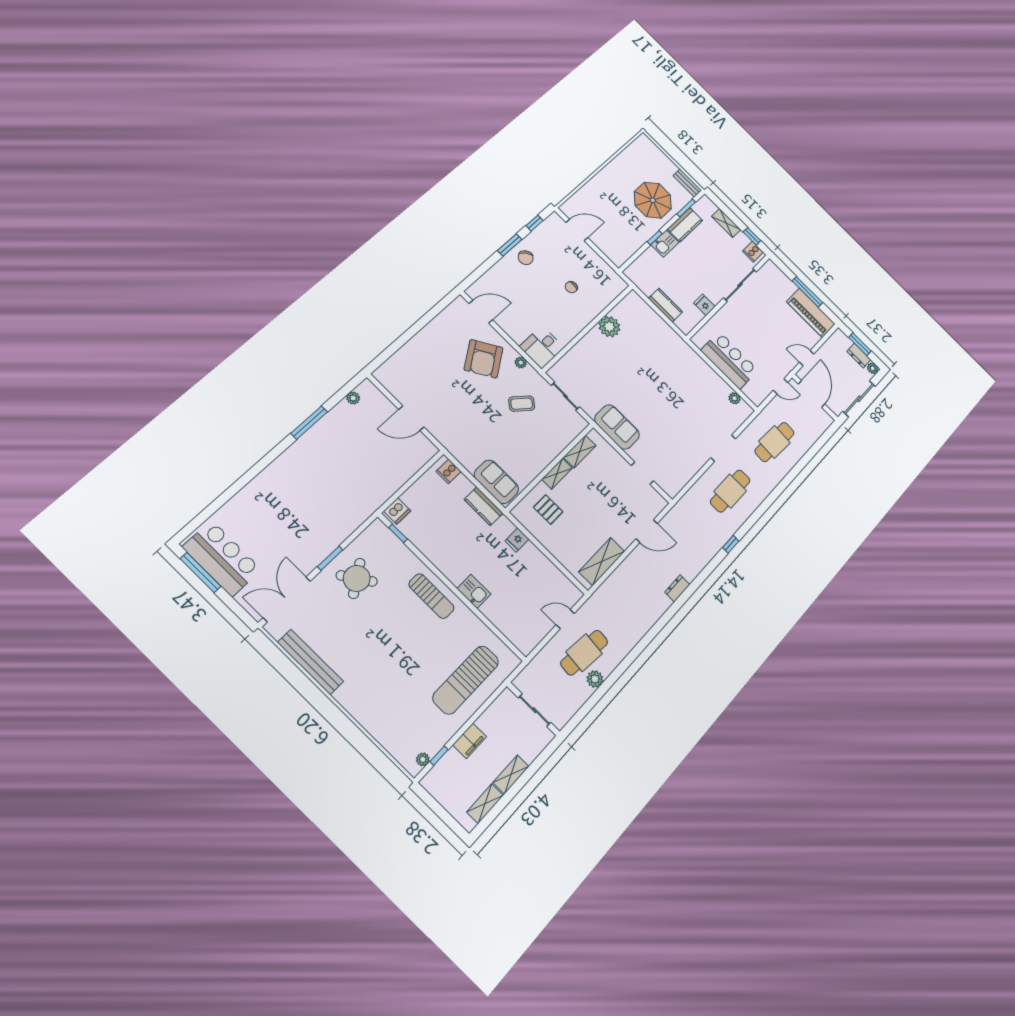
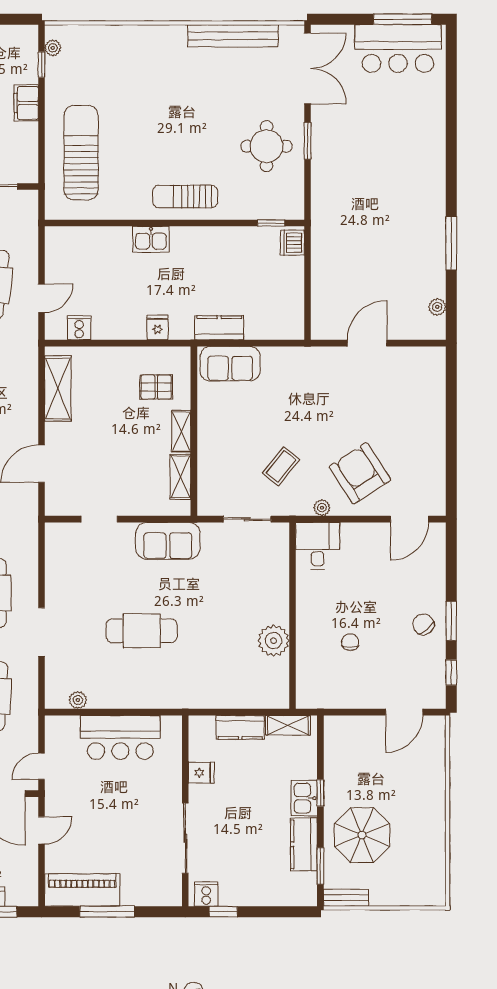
shelving: (726, 223) -> (288, 725), moved
cafe table: (672, 398) -> (142, 631), added
cooker: (449, 471) -> (79, 328), moved
round table: (357, 578) -> (267, 146), turned 34

